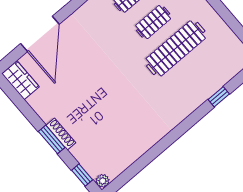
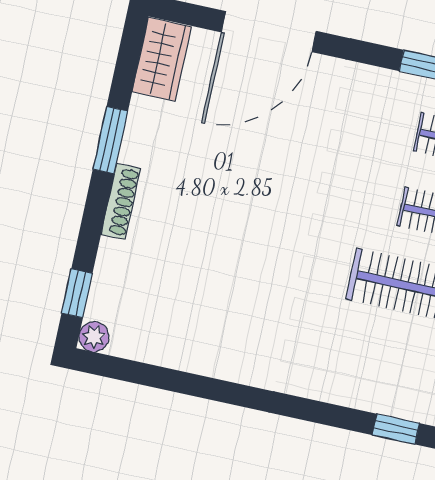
window: (52, 139) -> (110, 140), moved

